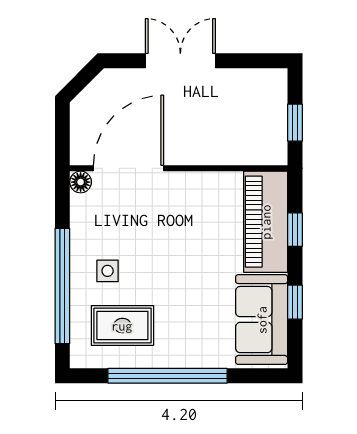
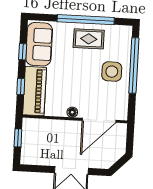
floor lamp: (81, 182) -> (72, 112), moved
side table: (108, 271) -> (112, 72), width x1.87, depth x1.87
rug: (122, 326) -> (89, 39), moved

